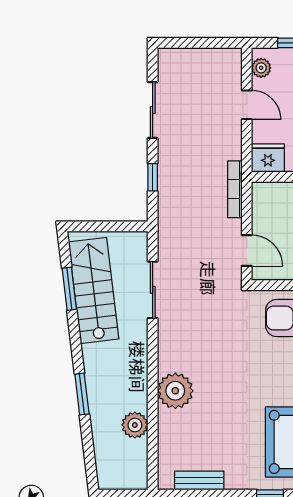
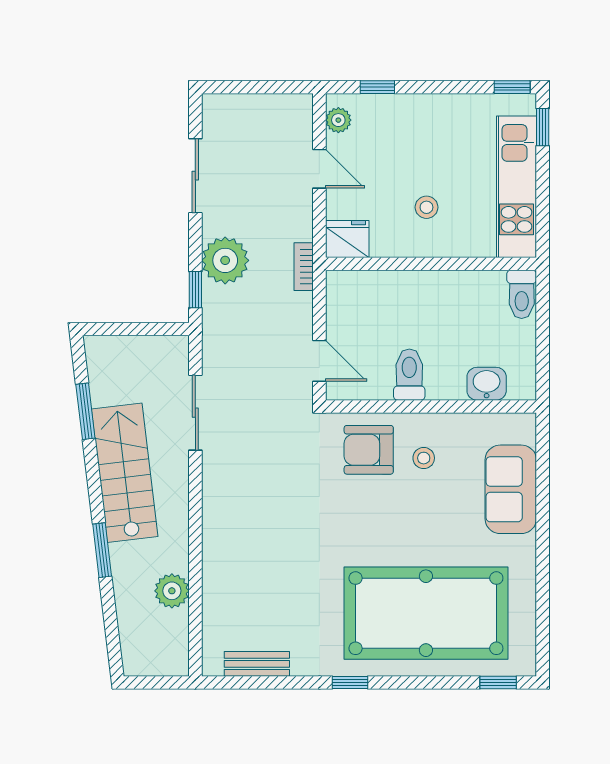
window: (153, 177) -> (195, 290), moved
bookcase: (235, 189) -> (304, 267), width x0.64
stairs: (94, 290) -> (125, 473), moved
plant: (175, 391) -> (225, 260), moved

